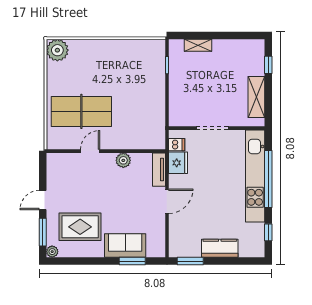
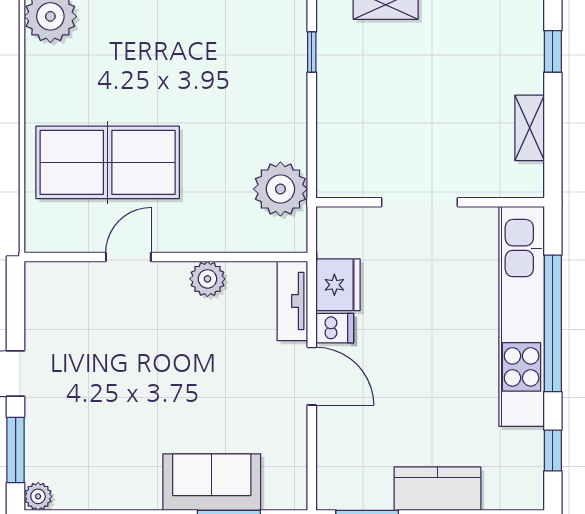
shelving: (256, 97) -> (530, 128), width x0.67, depth x0.75
plant: (154, 123) -> (280, 189), added
dishwasher: (177, 145) -> (335, 328), moved
door: (167, 201) -> (312, 376), hinge flipped
rug: (80, 227) -> (104, 437), removed

